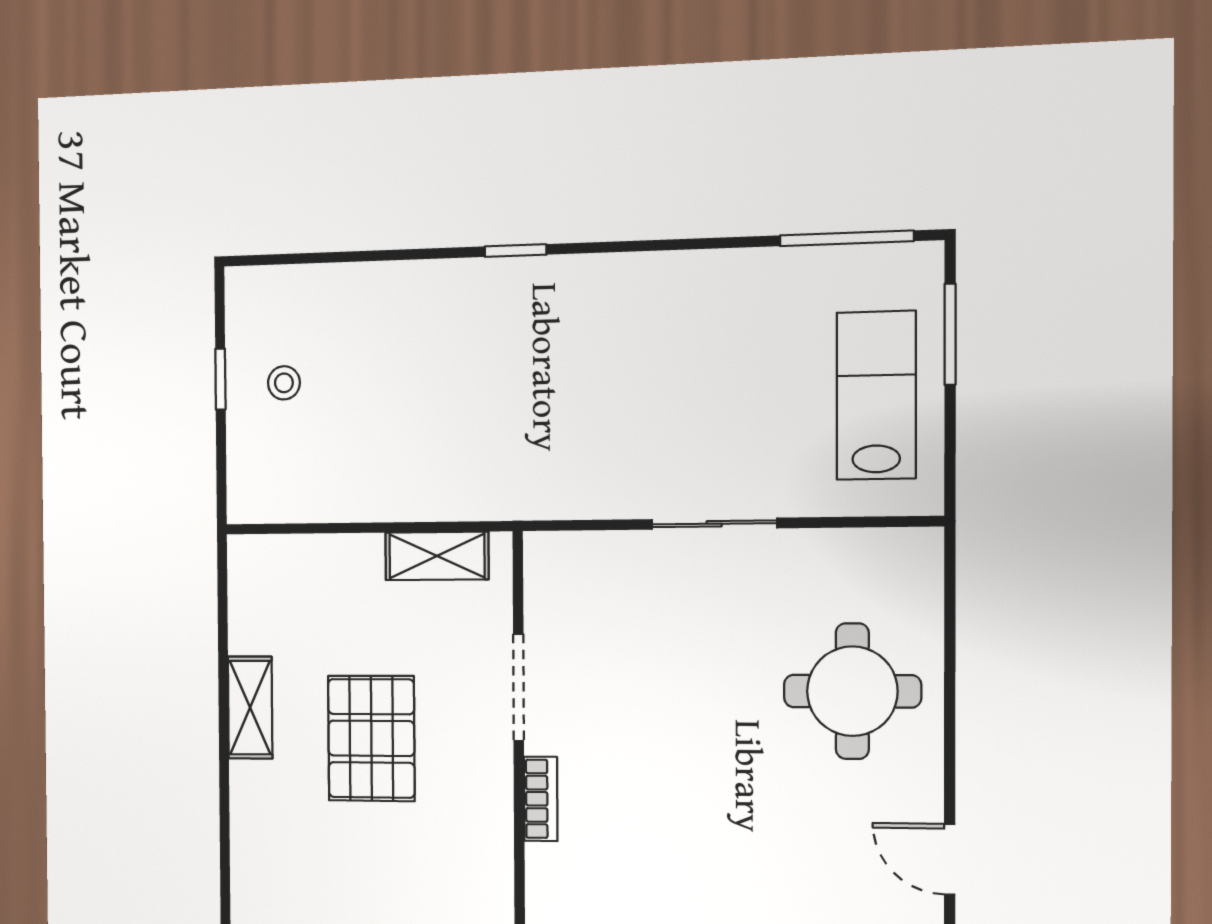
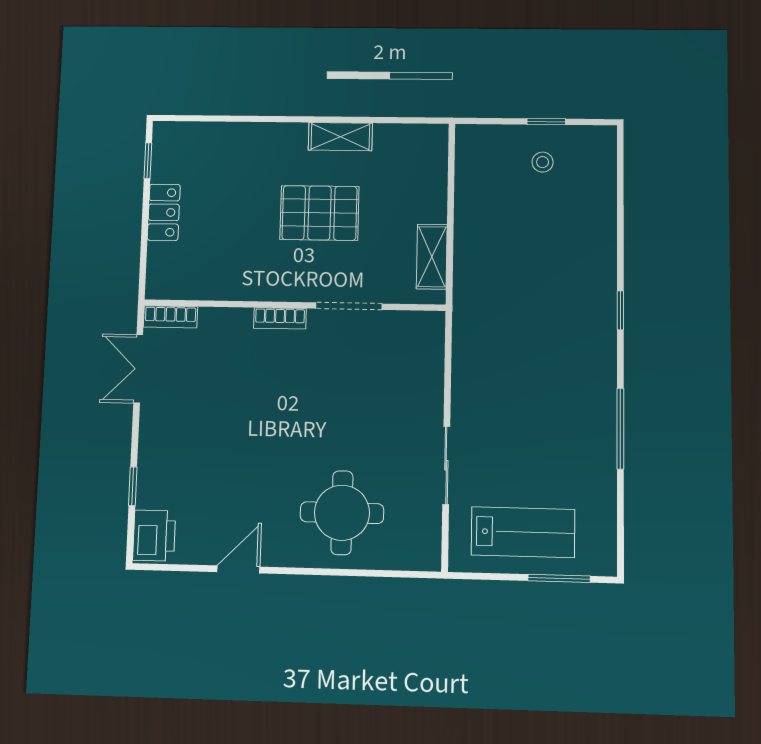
window: (847, 238) -> (620, 429), moved
sliding door: (714, 524) -> (446, 465), moved

